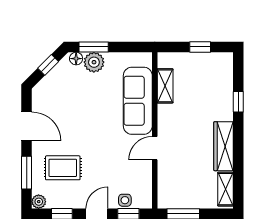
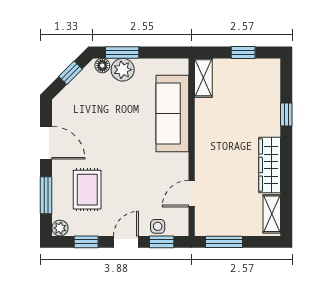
shelving: (165, 86) -> (203, 78), moved
door: (155, 148) -> (192, 194), moved
rug: (63, 168) -> (87, 190), turned 90

